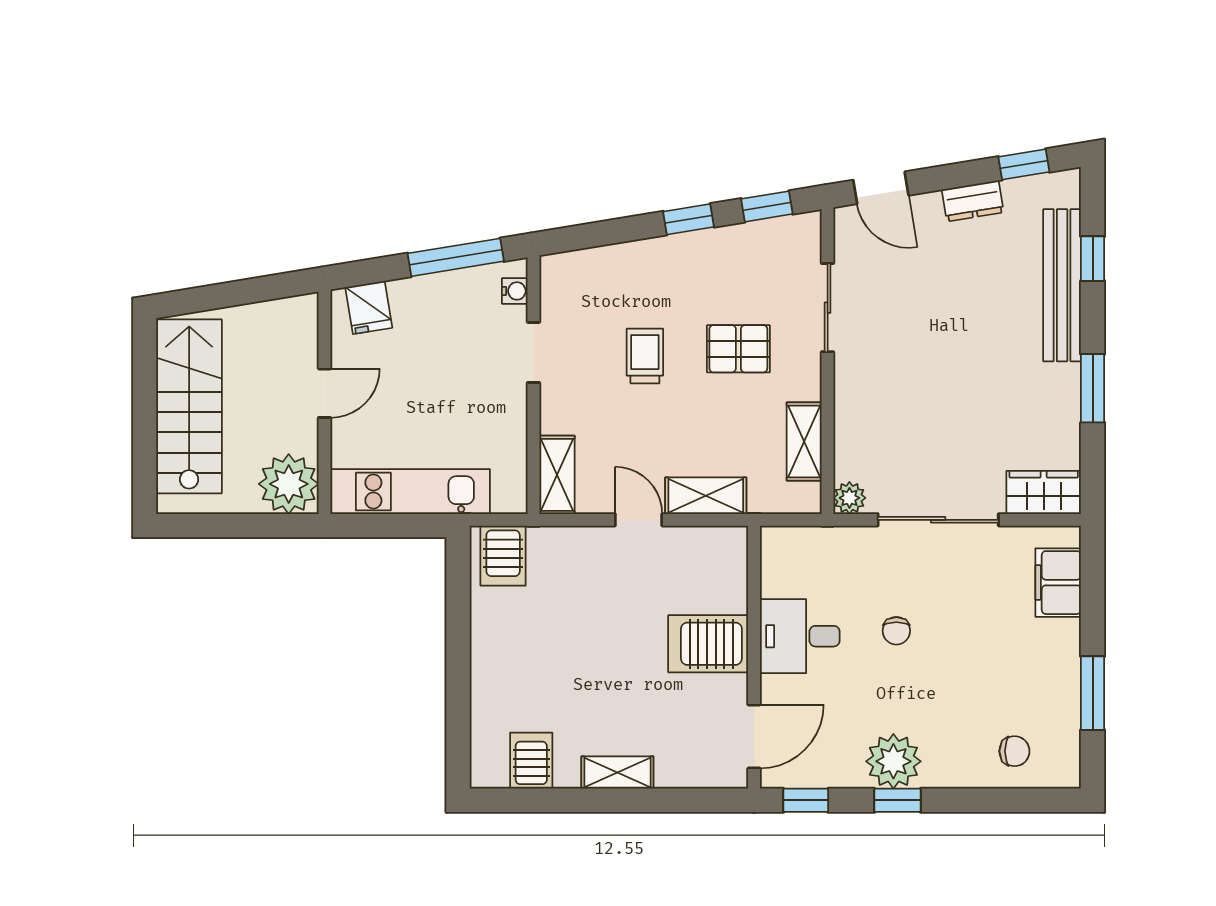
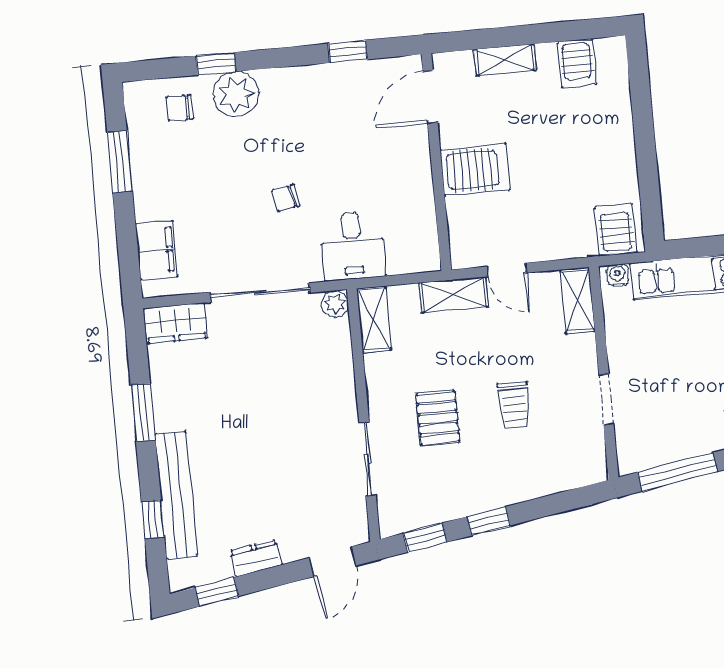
door: (881, 188) -> (333, 562), swing flipped
water cooler: (515, 291) -> (618, 275), moved, turned 90
pallet: (738, 349) -> (438, 418), turned 90
shelving: (804, 442) -> (374, 319), moved
chair: (896, 631) -> (286, 198), turned -101
desk: (800, 636) -> (353, 246), moved, turned 90
server rack: (708, 644) -> (475, 170), moved
wall: (754, 657) -> (436, 162), moved
door: (754, 737) -> (430, 97), moved
plant: (893, 761) -> (236, 94), moved
window: (898, 800) -> (216, 64), moved

